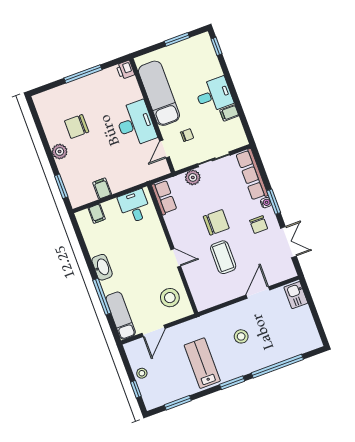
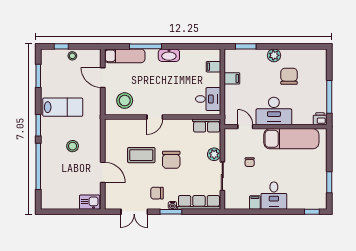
printer: (125, 70) -> (320, 119), moved
exam couch: (159, 93) -> (291, 139), moved
wall: (152, 116) -> (275, 127), moved
desk: (136, 124) -> (274, 111), moved
door: (164, 149) -> (245, 127), moved

